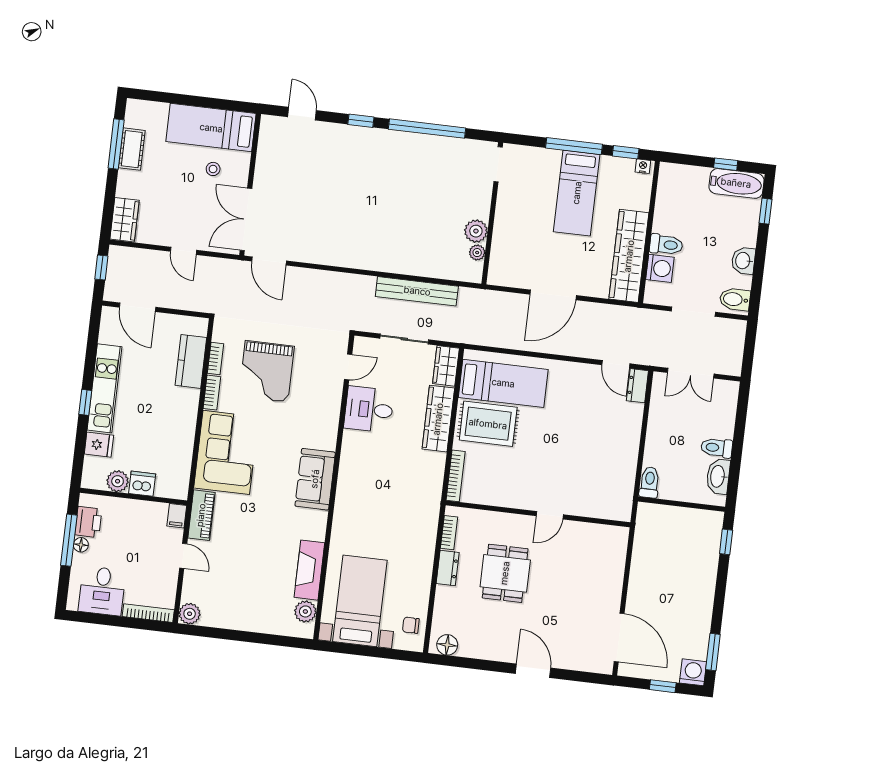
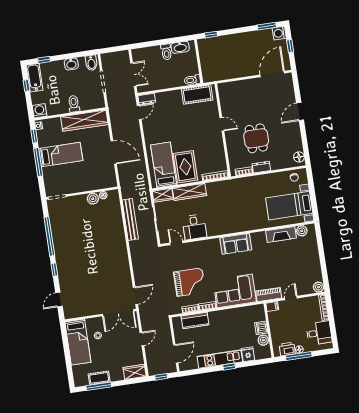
washing machine: (660, 268) -> (40, 111), moved
cot: (619, 484) -> (197, 95), added
dining table: (505, 573) -> (256, 138), turned 90

